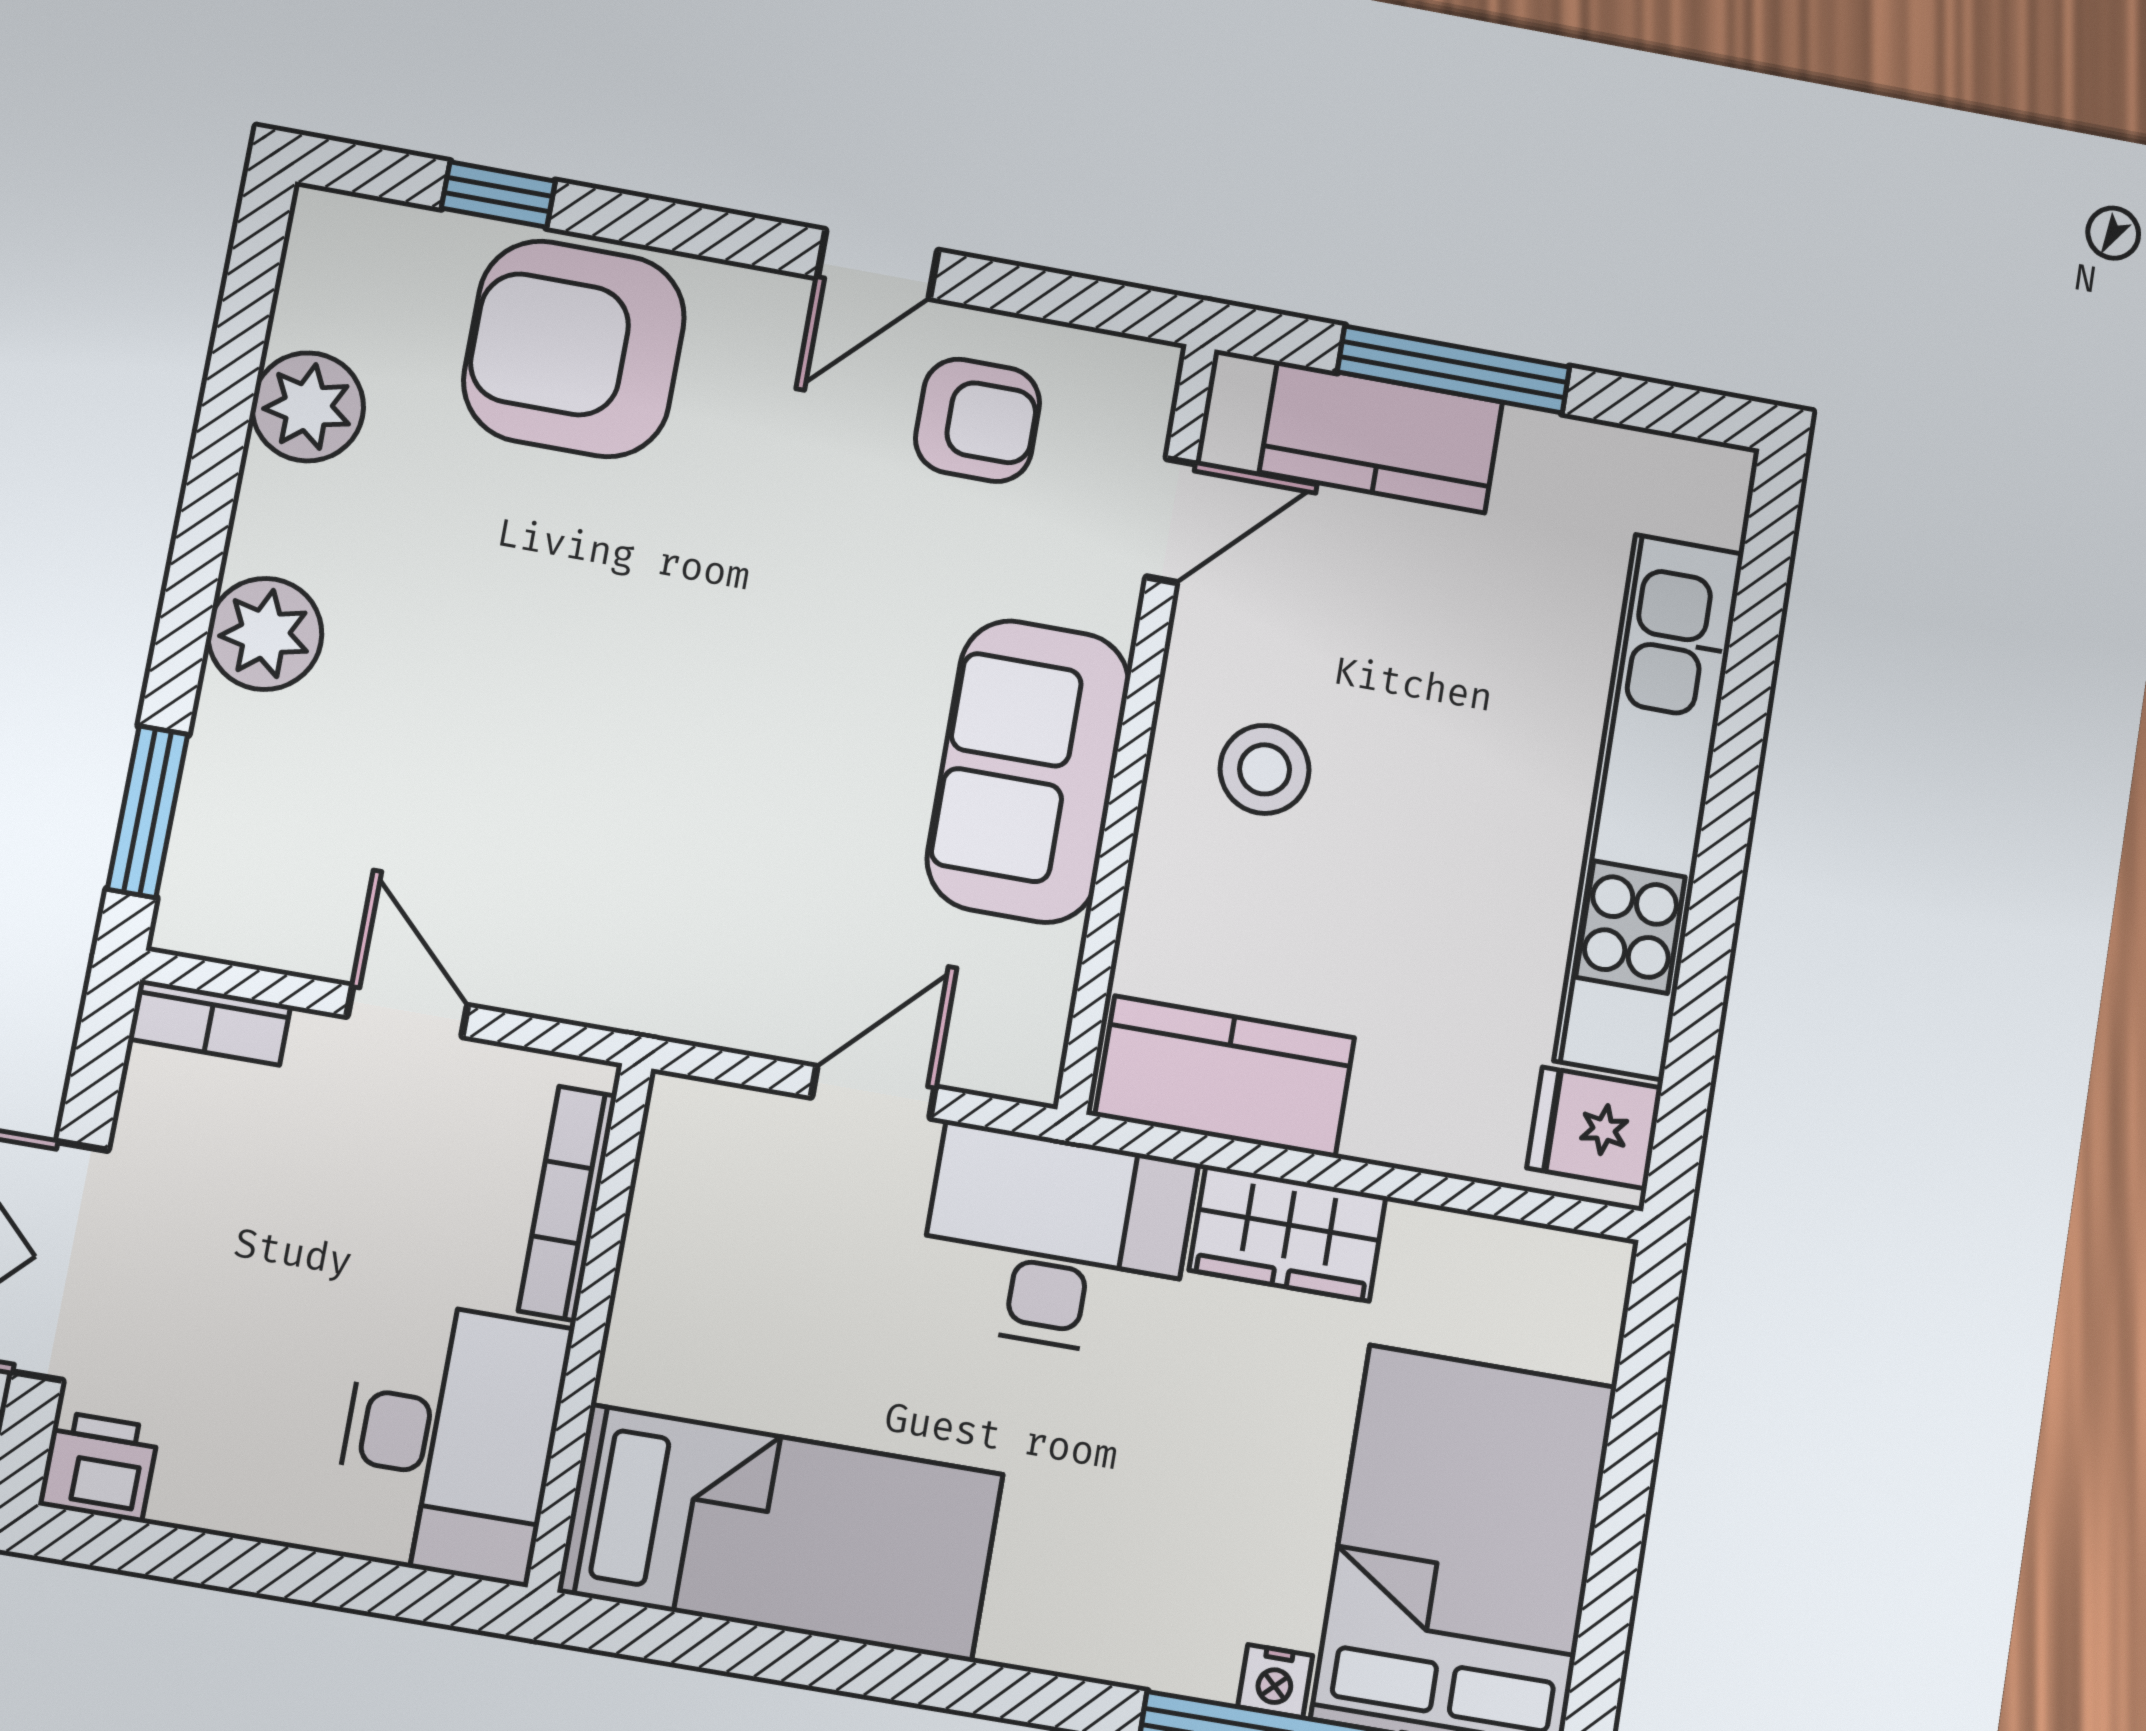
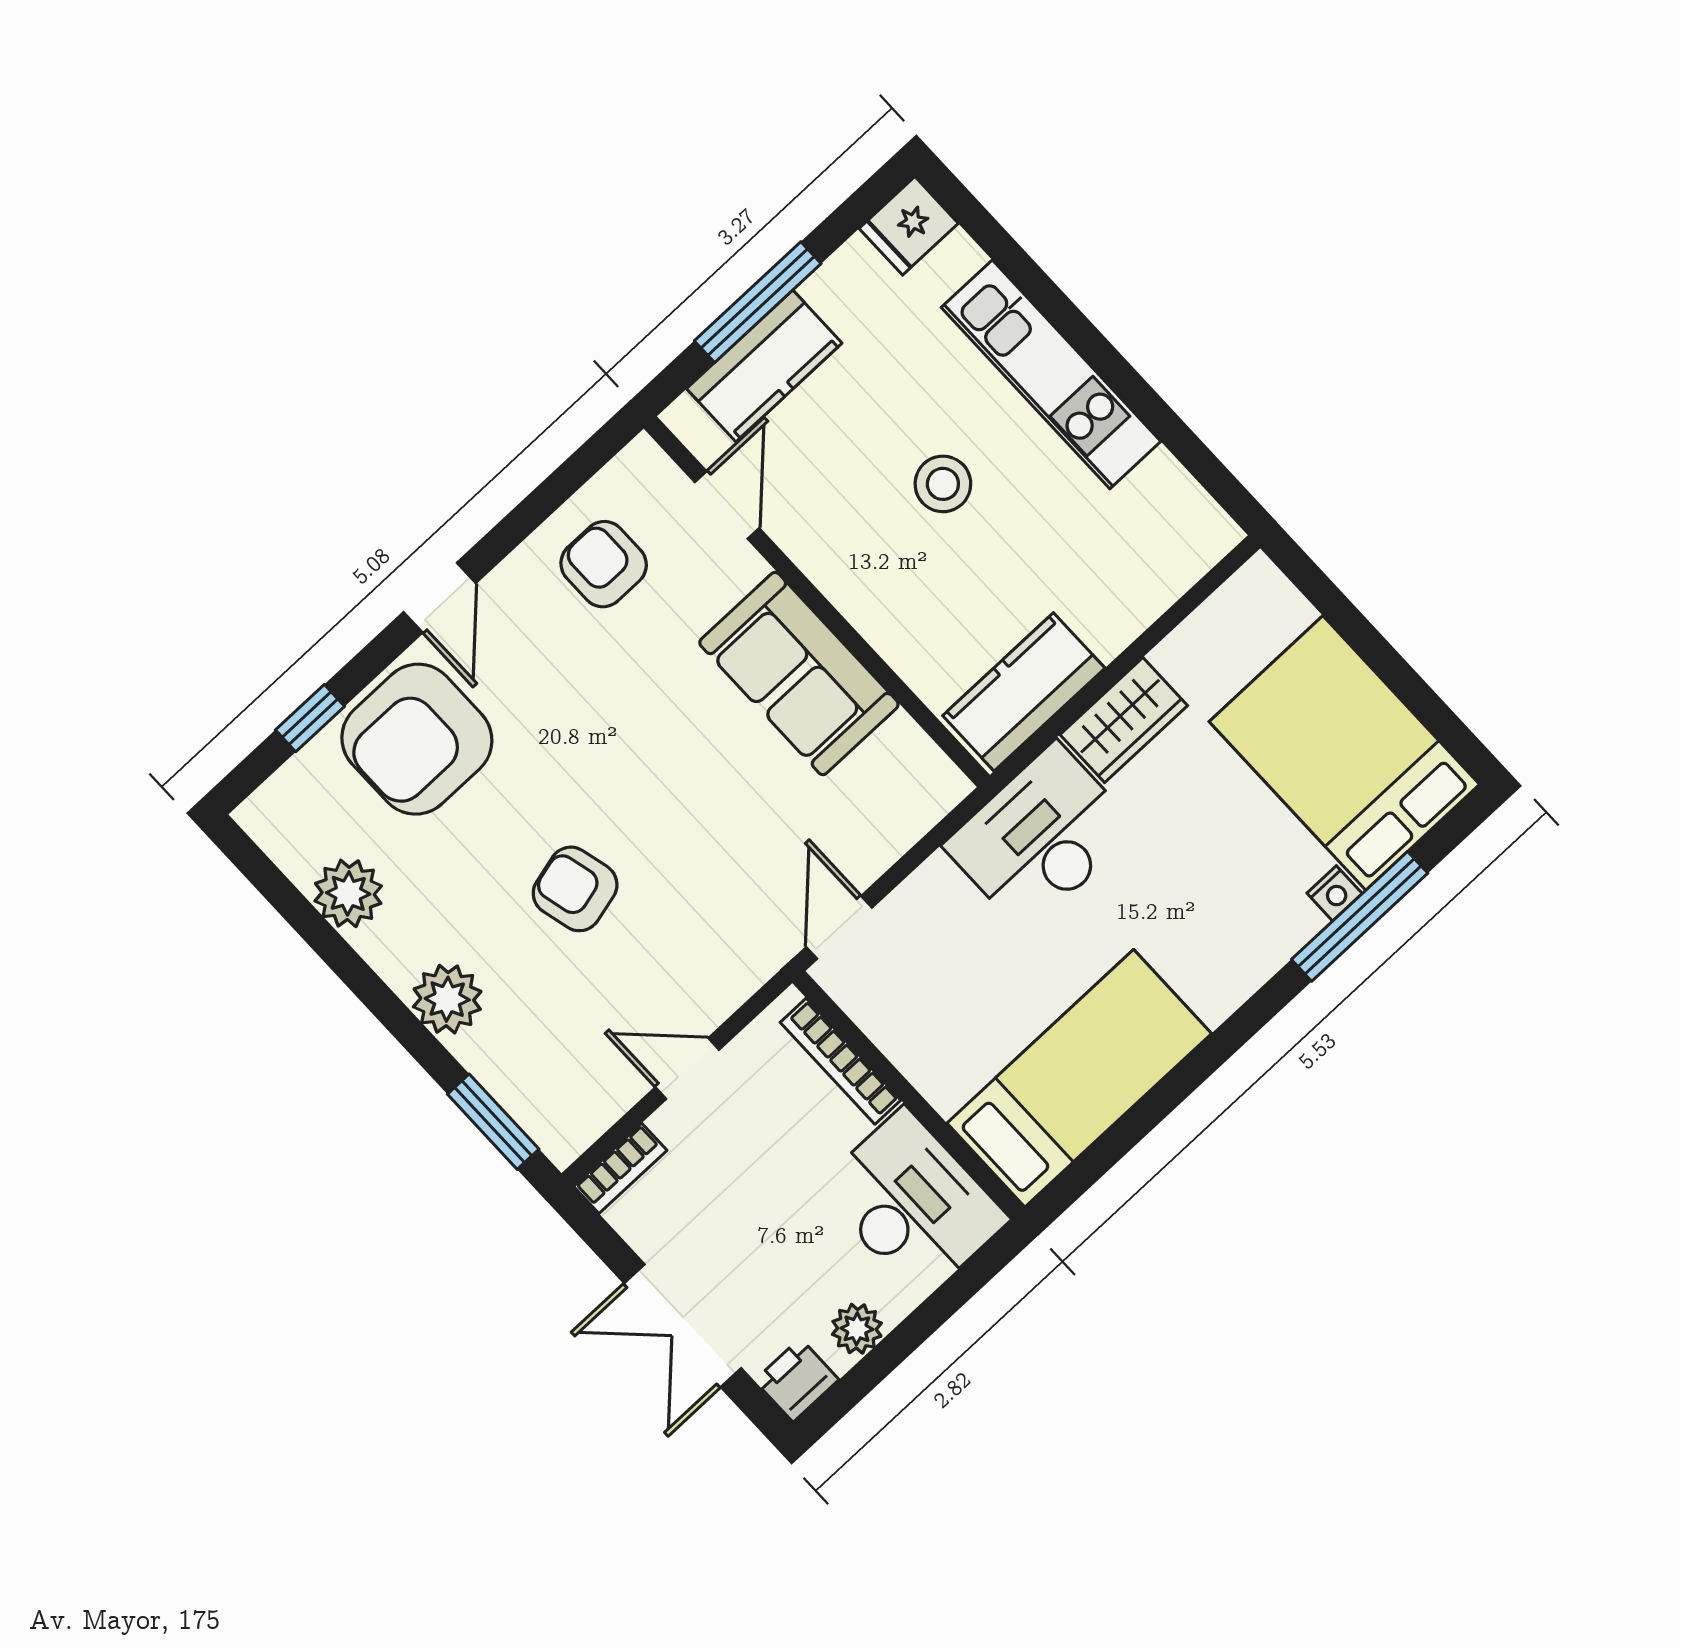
door: (878, 264) -> (440, 598), moved
armchair: (978, 420) -> (604, 564), turned -90
armchair: (533, 692) -> (575, 889), added
stool: (1265, 769) -> (943, 484), moved
kitchen unit: (1649, 806) -> (1051, 374), width x0.73
door: (873, 1092) -> (839, 927), moved
fridge: (1594, 1128) -> (909, 226), moved
plant: (228, 1494) -> (857, 1329), added

